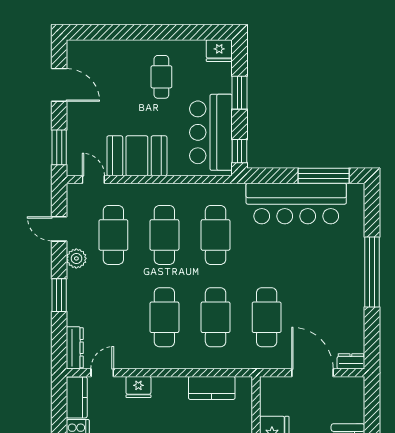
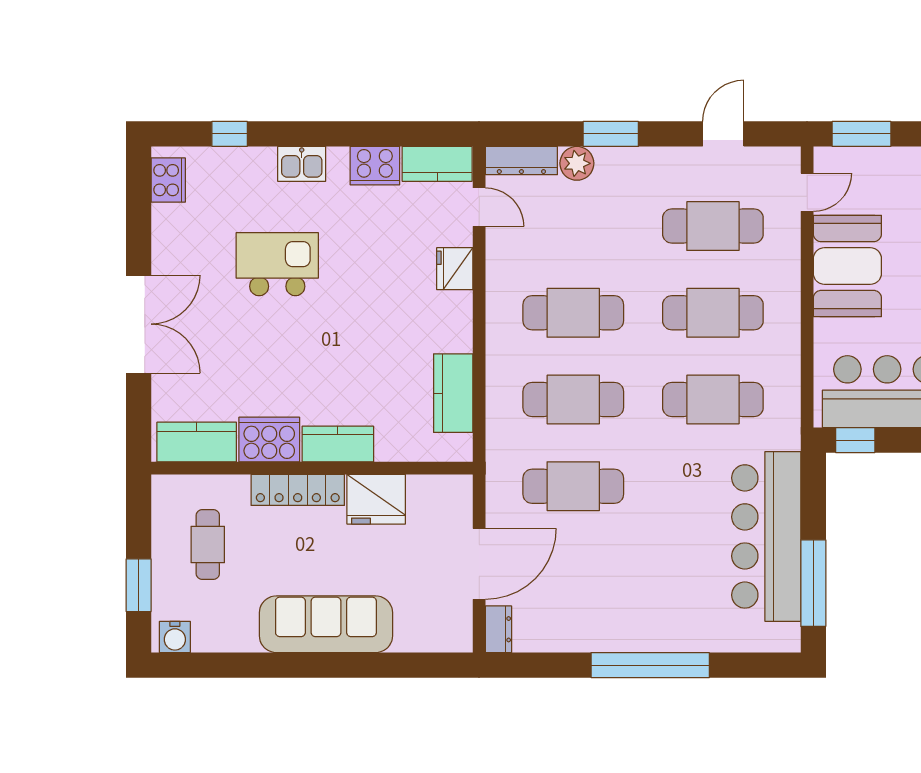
plant: (76, 258) -> (577, 163), moved

